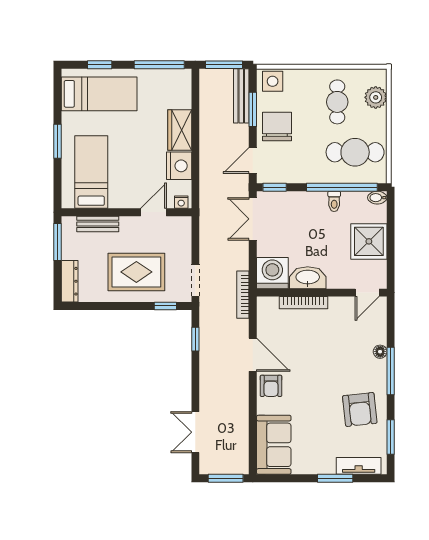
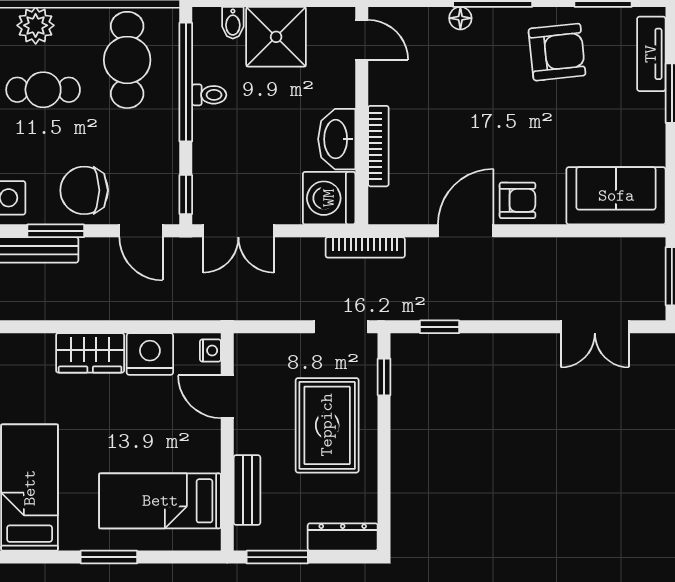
bidet: (377, 198) -> (233, 23), moved

